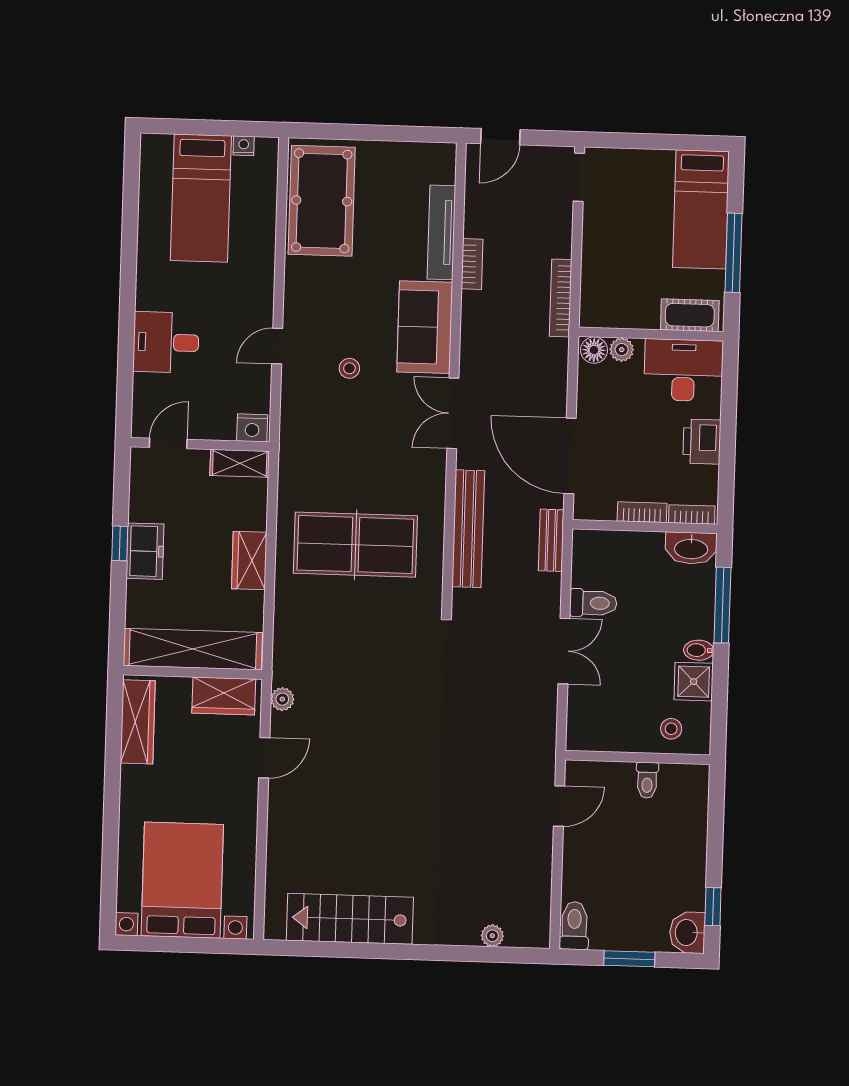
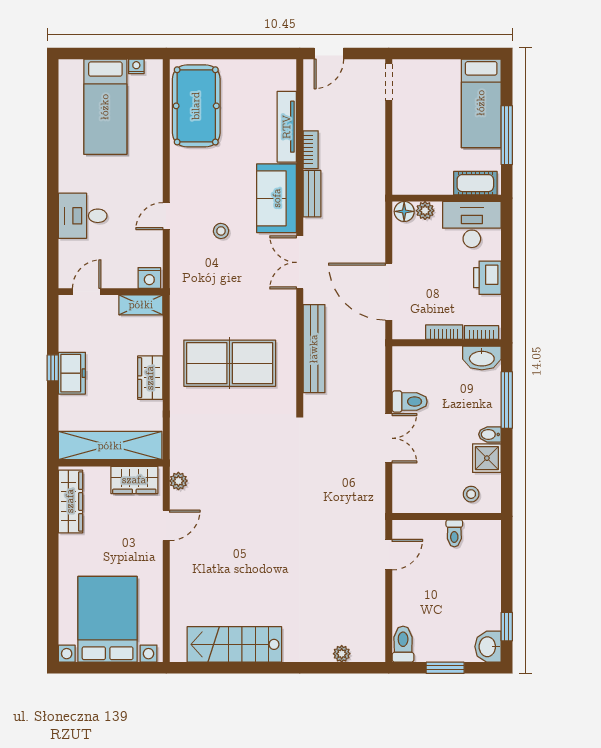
bookcase: (561, 298) -> (378, 173), removed
bench: (551, 540) -> (312, 194), moved

